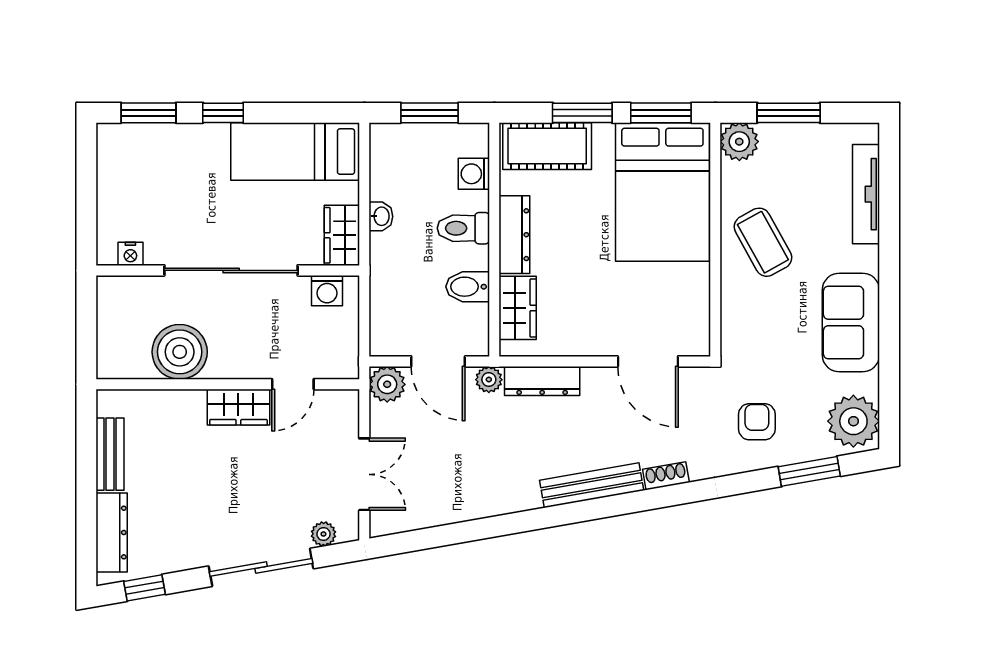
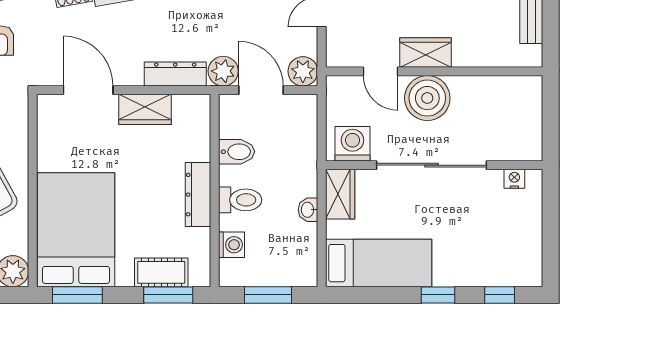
window: (148, 113) -> (500, 295), width x0.67
window: (582, 113) -> (168, 295), moved
cot: (547, 146) -> (161, 272), width x0.73, depth x0.75
washing machine: (327, 291) -> (352, 144), width x1.38, depth x1.38
wardrobe: (518, 308) -> (145, 109), moved, turned -90
boiler: (180, 352) -> (427, 98), moved
plant: (489, 380) -> (223, 71), width x1.38, depth x1.38
door: (293, 384) -> (381, 71), swing flipped

